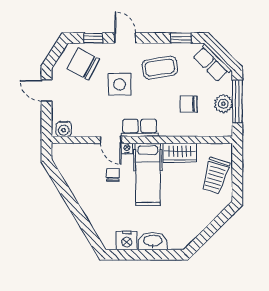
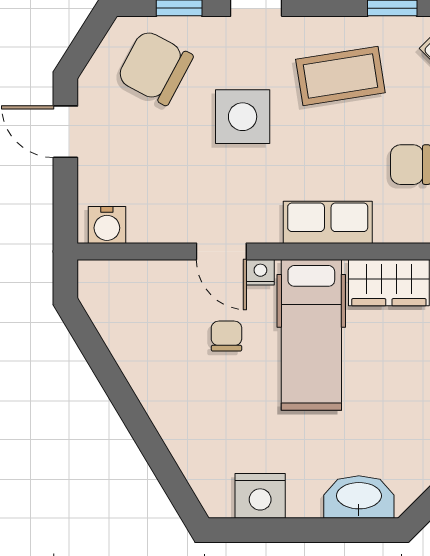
row of seats: (140, 128) -> (328, 222), moved
washbasin: (153, 241) -> (359, 497), moved

